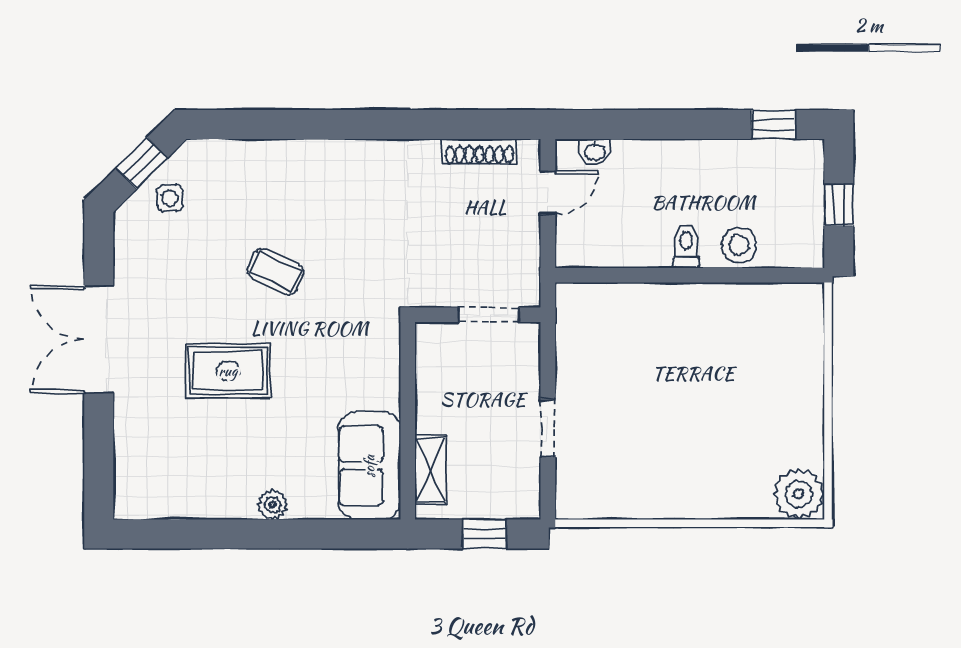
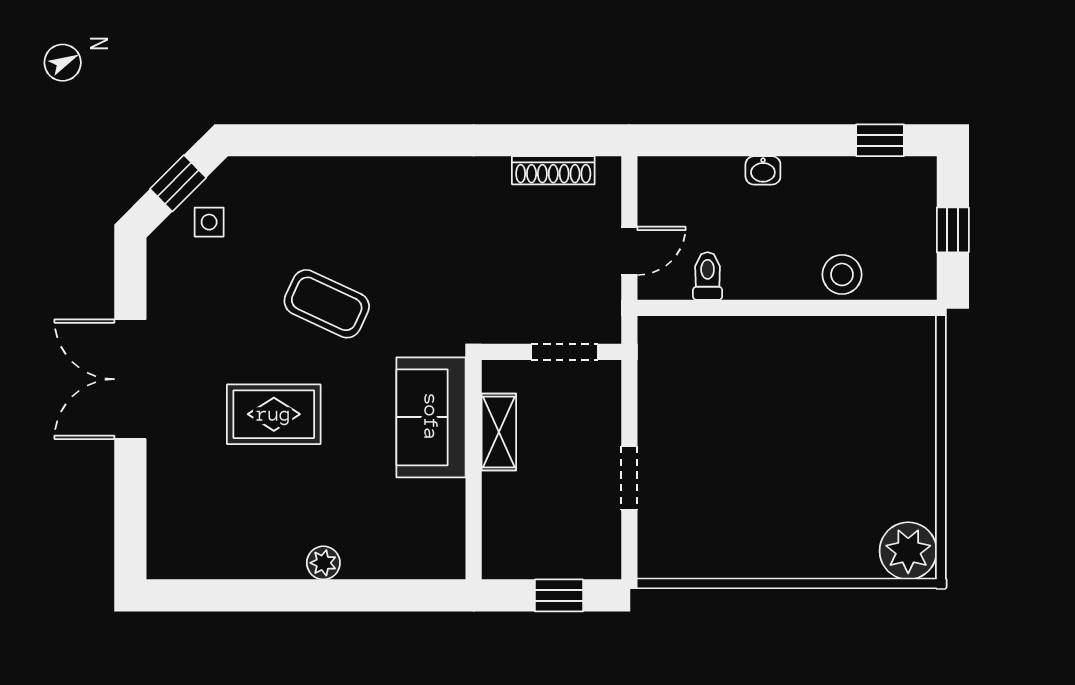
washbasin: (595, 152) -> (763, 170), moved
door: (548, 193) -> (629, 251), moved
toilet: (686, 247) -> (708, 276), moved
coffee table: (276, 272) -> (327, 304), width x1.36, depth x1.30
sofa: (369, 466) -> (431, 417), moved
shelving: (431, 470) -> (499, 432), moved

